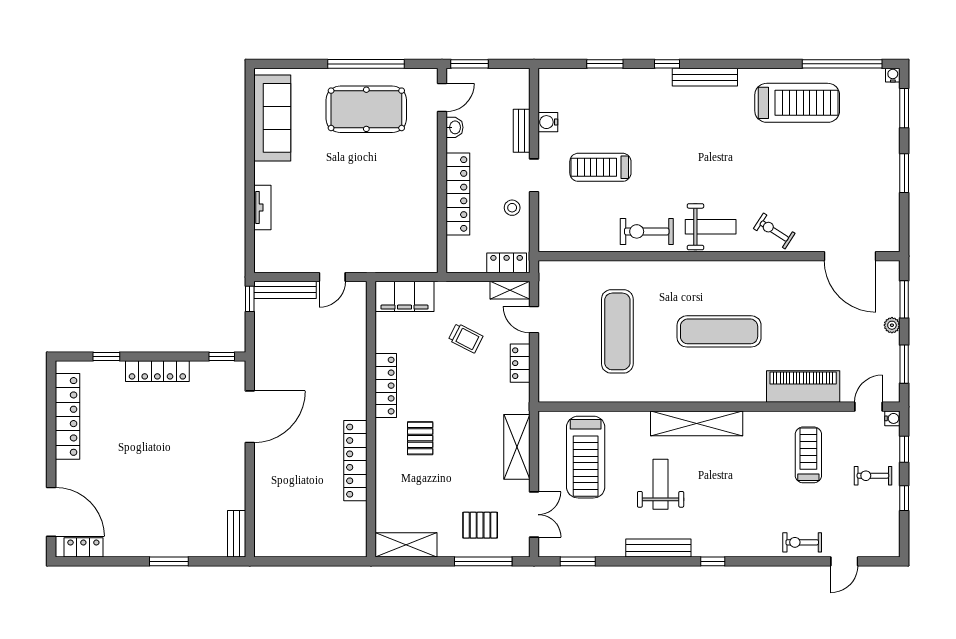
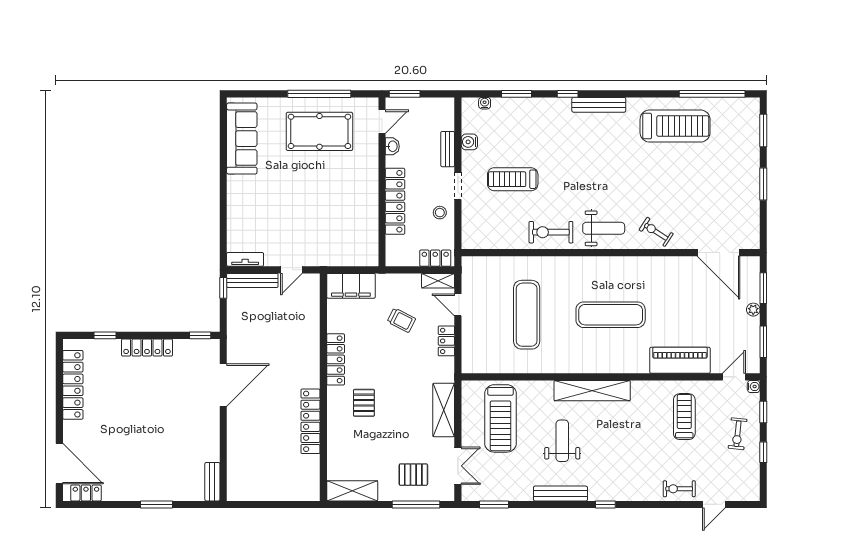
water cooler: (893, 75) -> (485, 103), moved
tv unit: (262, 208) -> (245, 259), moved, turned -90
exercise bike: (873, 476) -> (738, 434), turned -84

